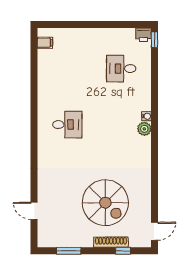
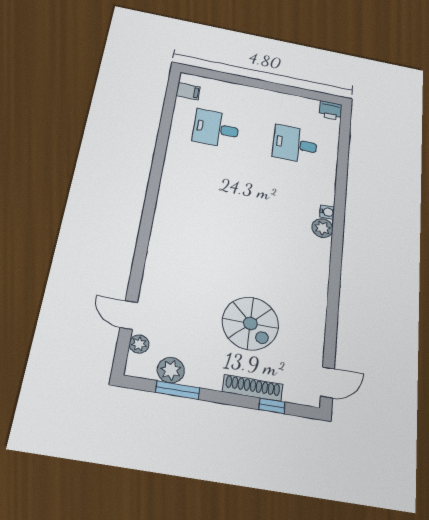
window: (154, 40) -> (346, 120), removed
desk: (67, 125) -> (216, 129), moved, turned 180
spiral stairs: (105, 203) -> (250, 323), width x0.73, depth x0.73
plant: (43, 227) -> (139, 344), added
plant: (63, 240) -> (171, 370), added

